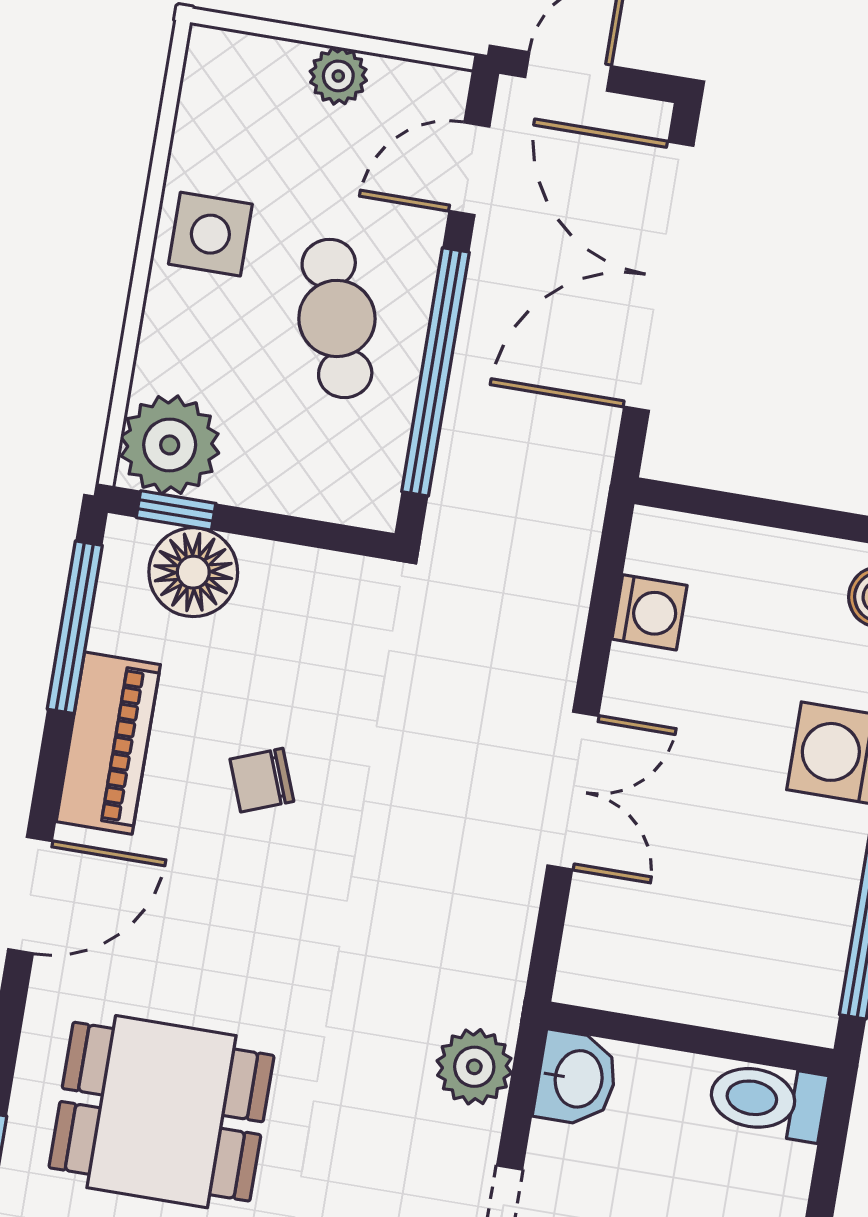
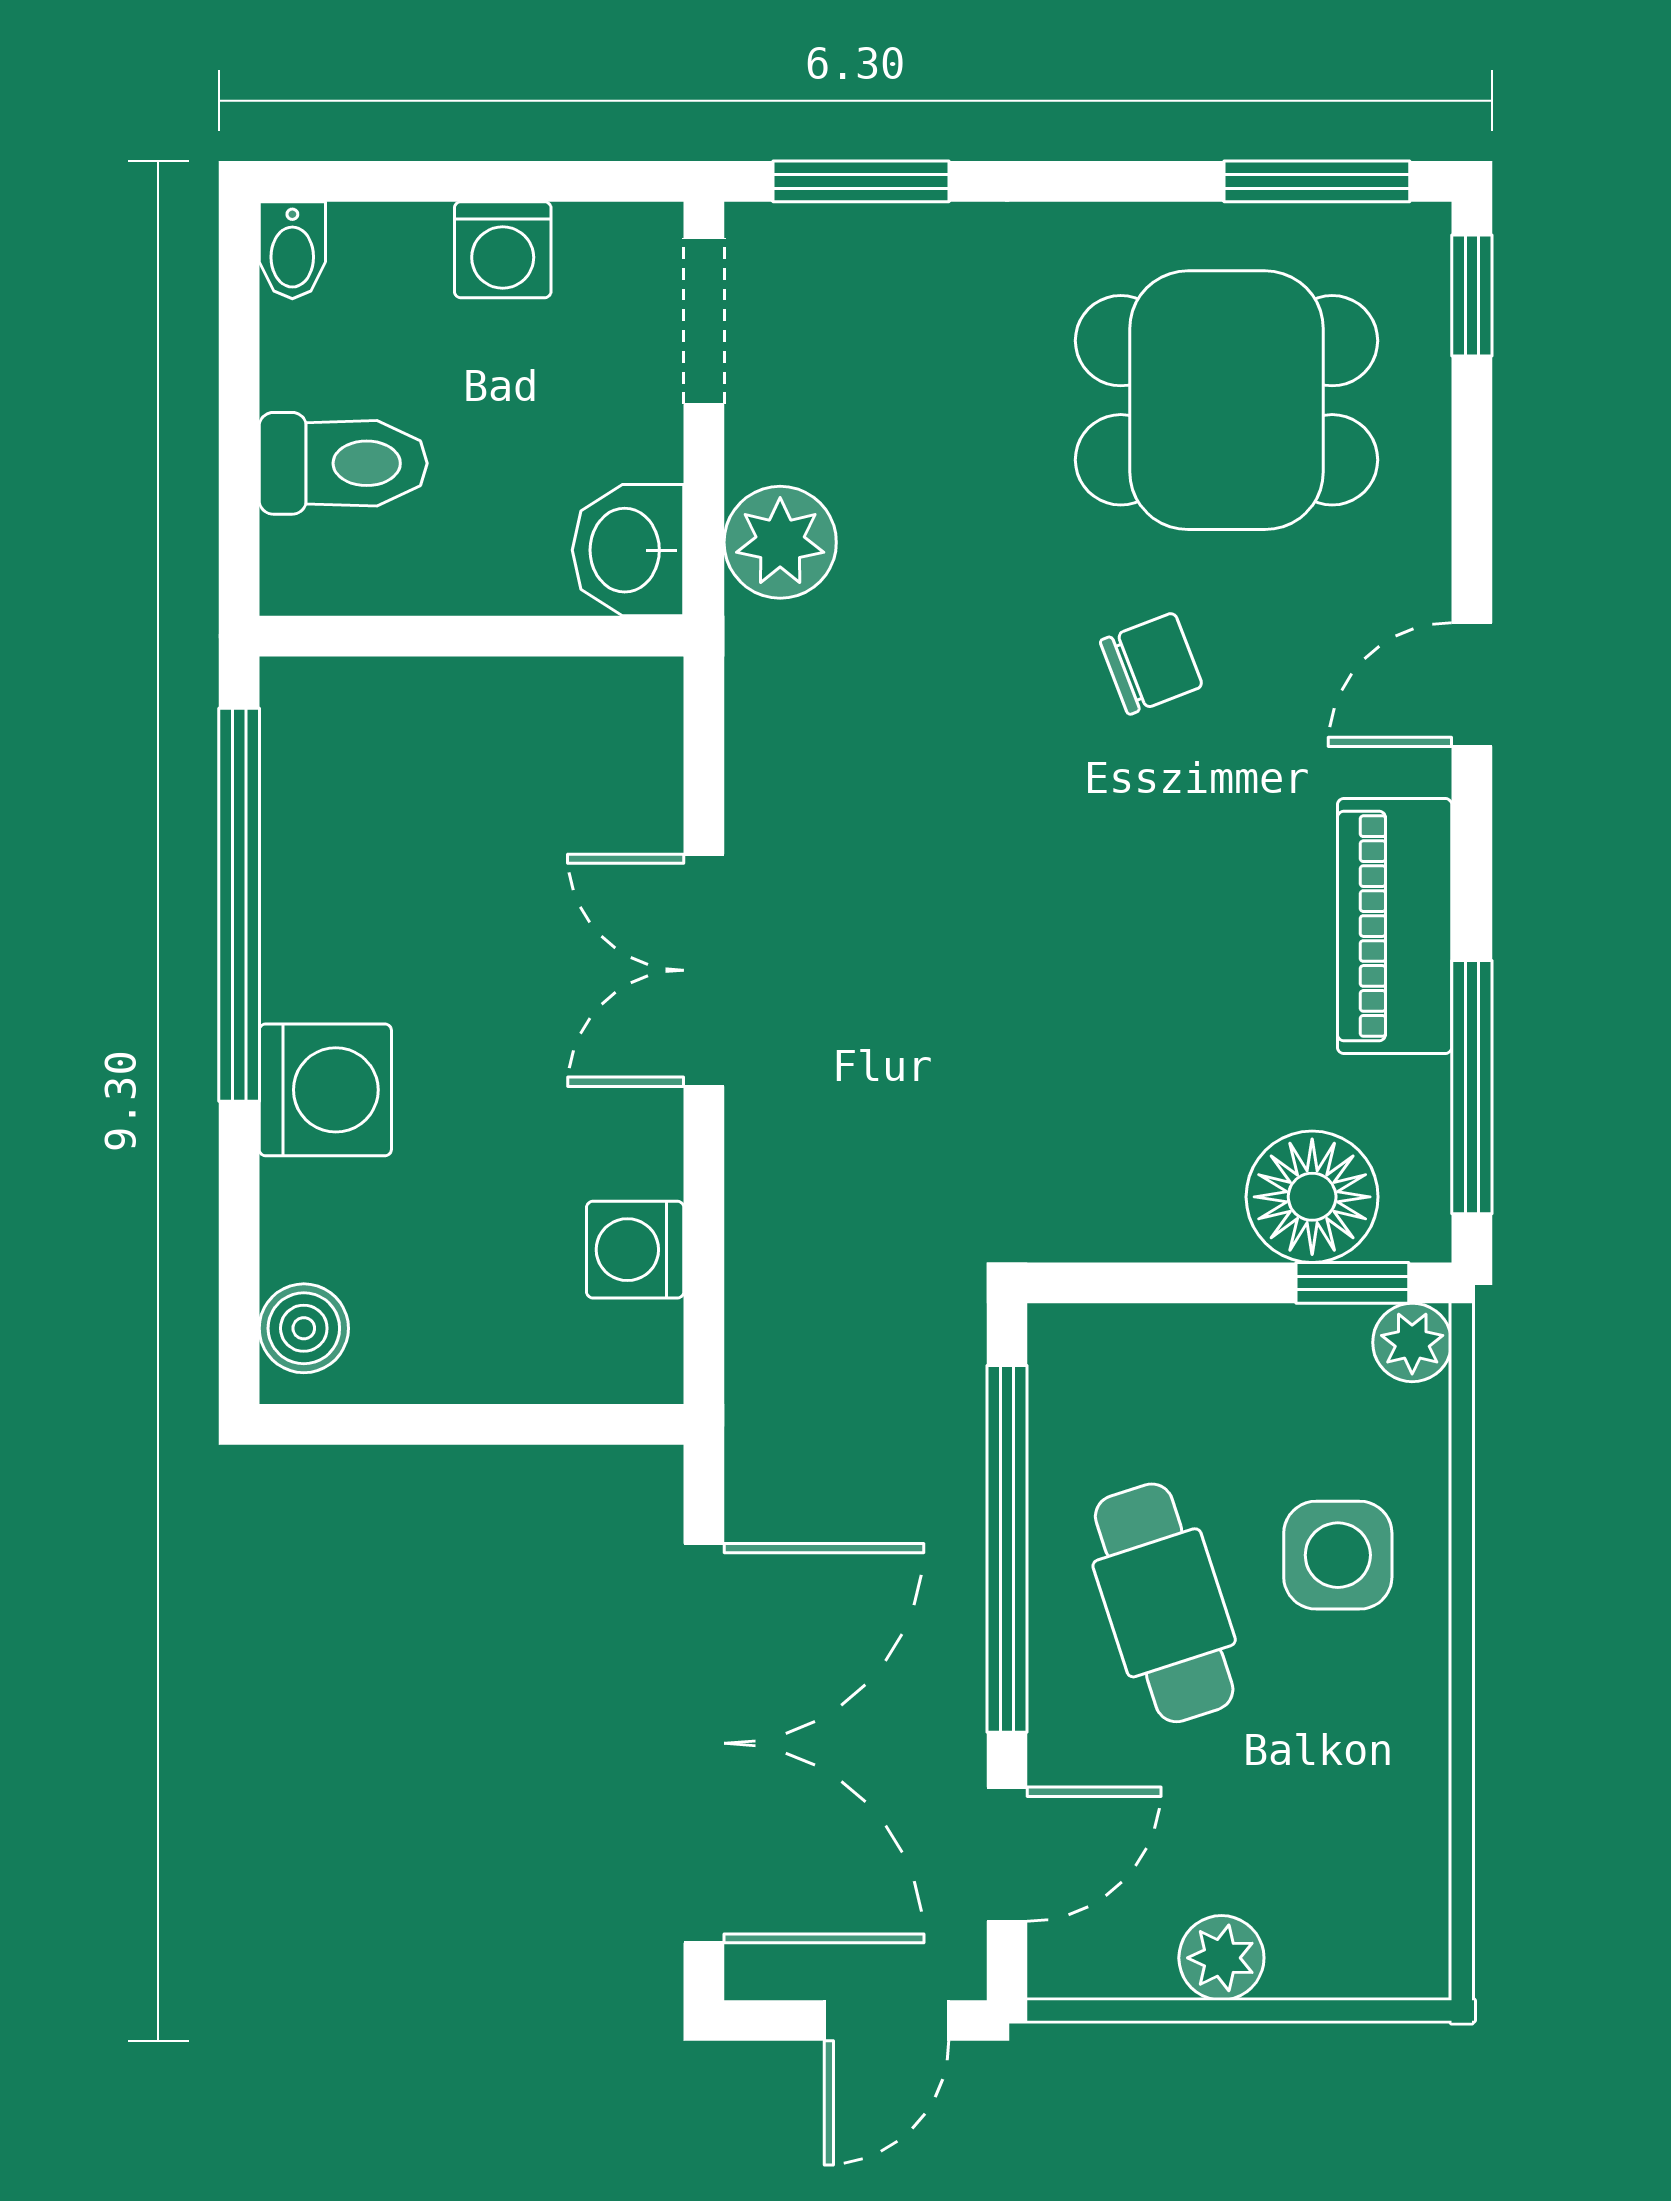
side table: (210, 234) -> (1338, 1555), moved
plant: (170, 445) -> (1412, 1342), width x0.53, depth x0.53
chair: (262, 780) -> (1151, 664), moved
door: (30, 895) -> (1472, 685), width x0.73
toilet: (768, 1100) -> (343, 463), moved

